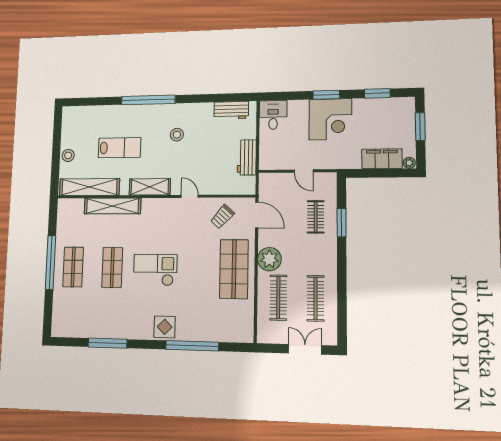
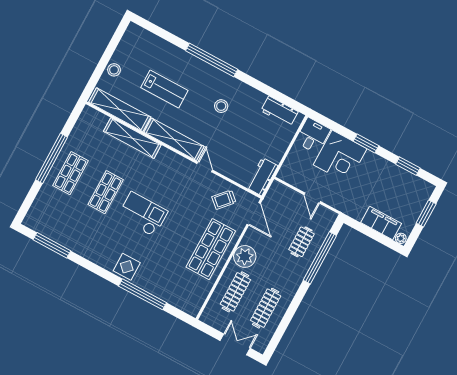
corner desk: (330, 119) -> (340, 157), moved
workbench: (247, 157) -> (262, 177), moved
shelving: (150, 187) -> (174, 139), width x1.47
window: (342, 223) -> (320, 258), width x2.11
window: (108, 343) -> (52, 245), moved

